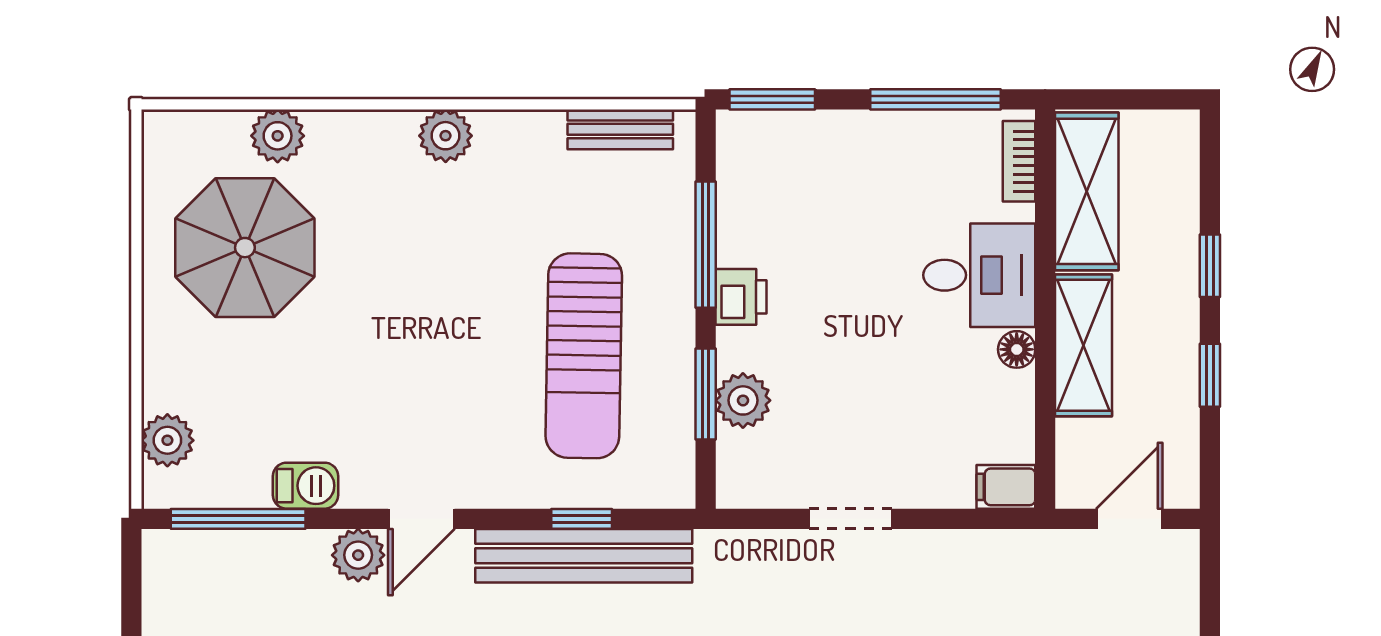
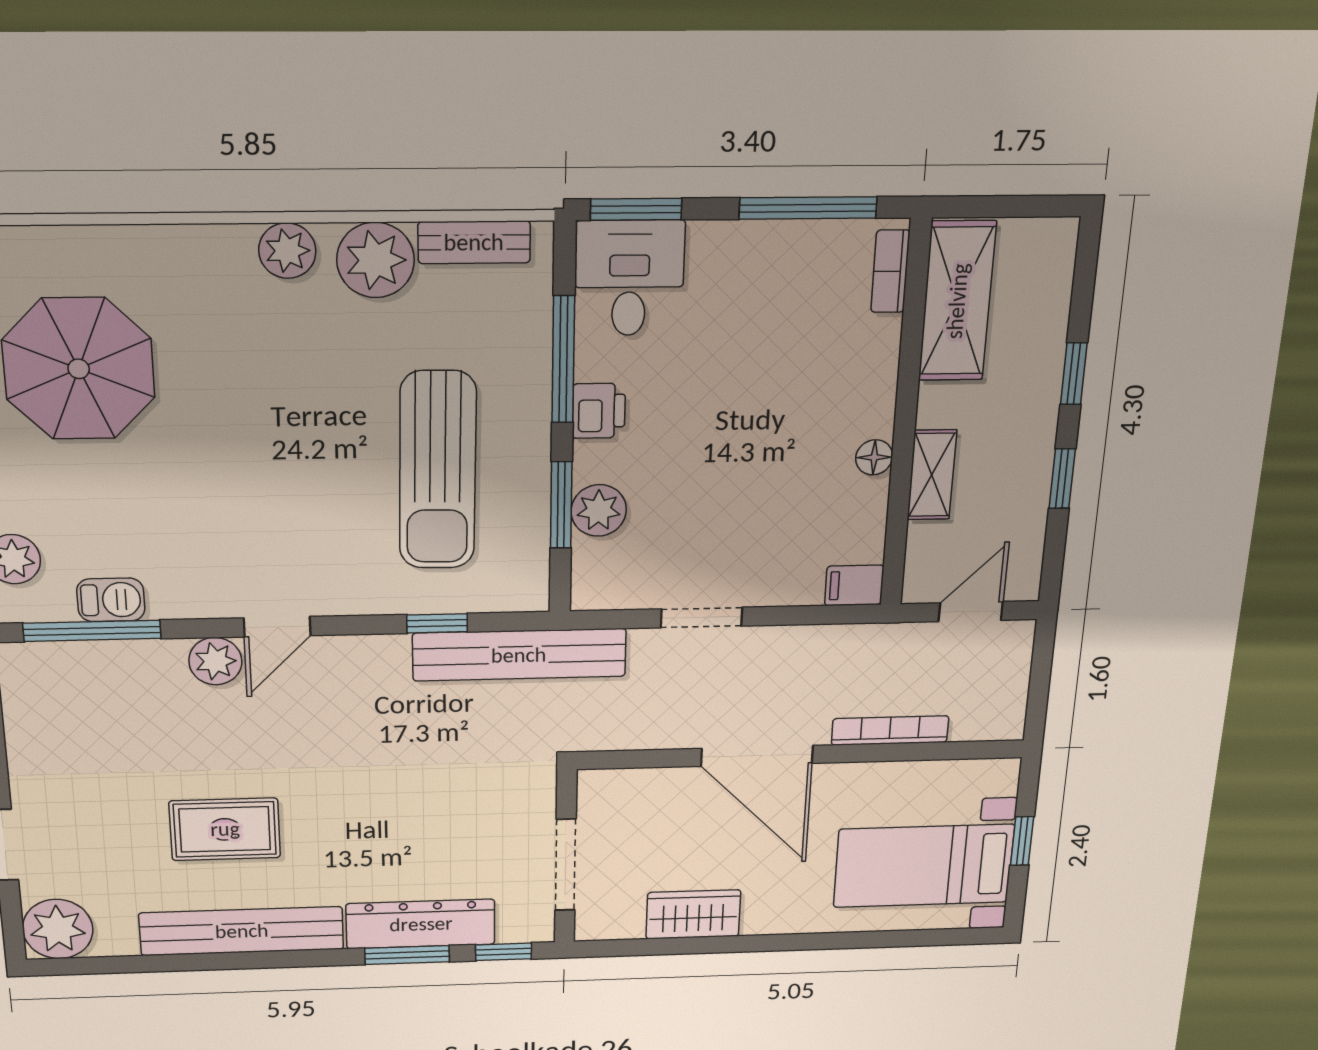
plant: (278, 136) -> (376, 260), moved, width x1.36, depth x1.36
desk: (979, 275) -> (629, 278), moved, turned -90
shelving: (1084, 345) -> (932, 475), width x0.67, depth x0.75
barbecue: (306, 486) -> (111, 600), moved
bench: (584, 556) -> (519, 655), moved

